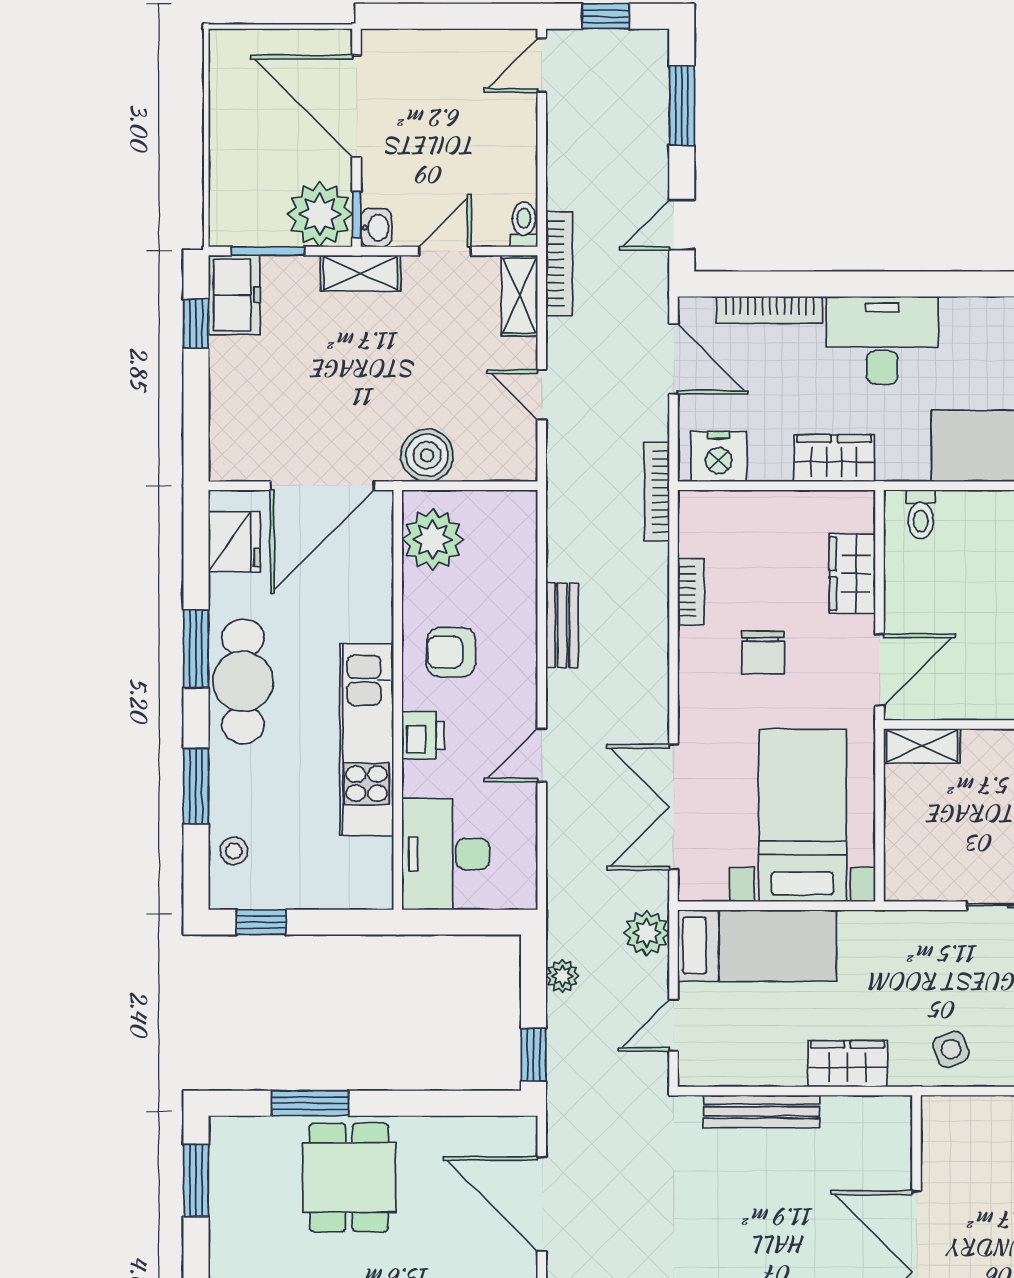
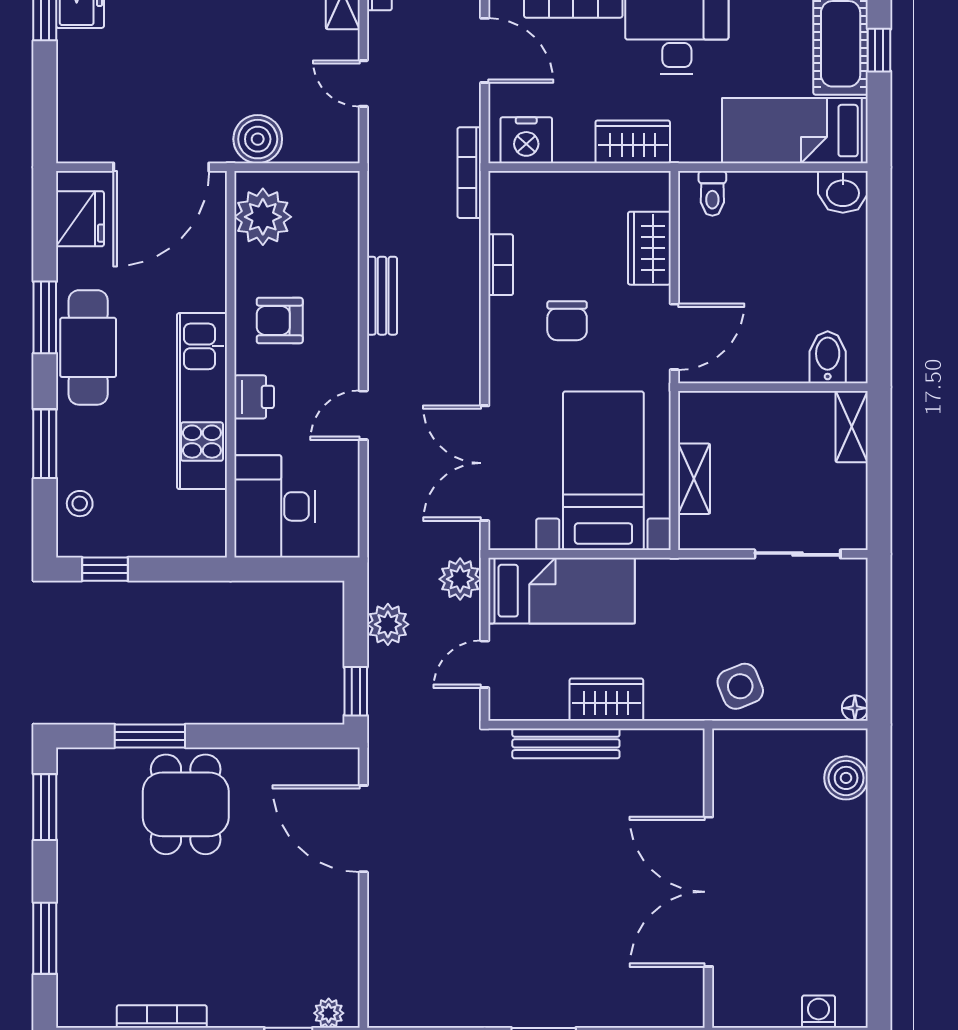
shelving: (922, 746) -> (694, 479), moved, turned 90
plant: (562, 976) -> (388, 624), width x1.38, depth x1.38
side table: (951, 1049) -> (740, 686), width x1.37, depth x1.37
wardrobe: (847, 1064) -> (606, 700), moved

